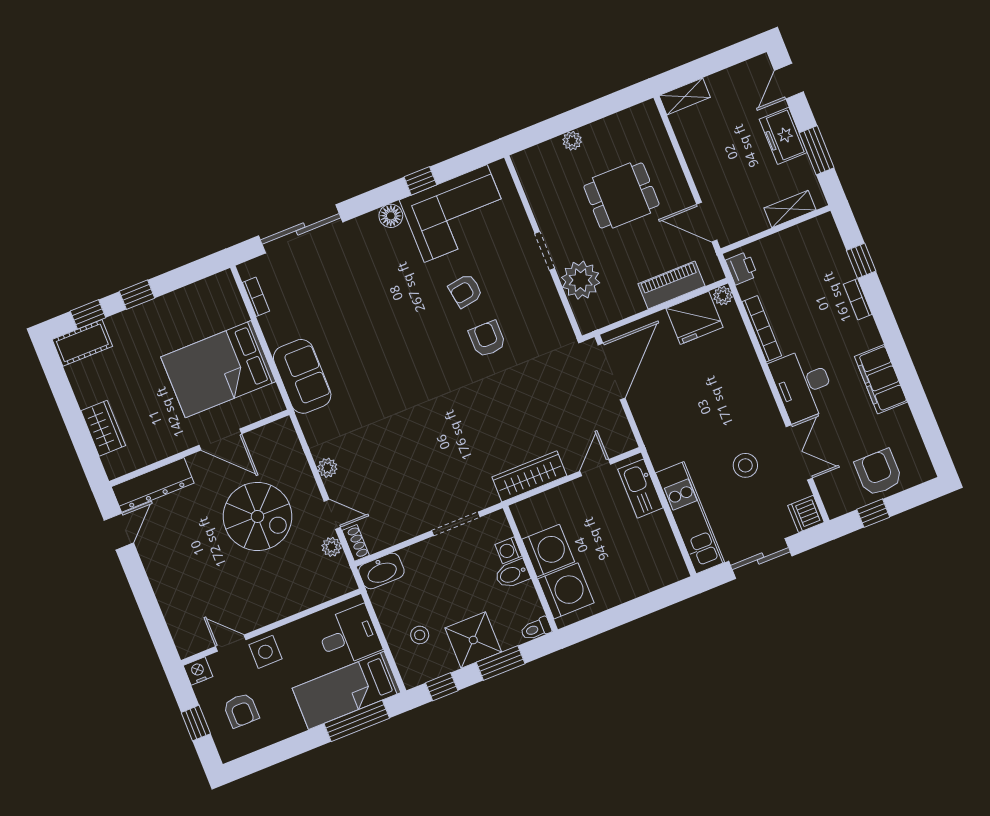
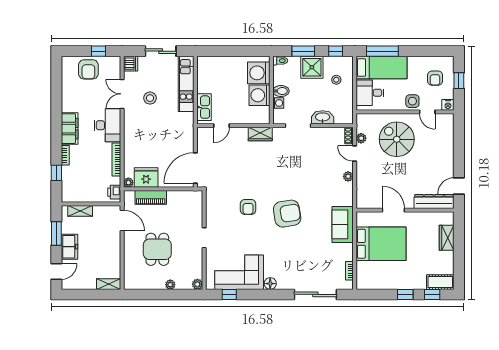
window: (420, 181) -> (229, 294), moved
dining table: (621, 195) -> (157, 249), turned 90
plant: (581, 280) -> (197, 284), moved, width x0.53, depth x0.53
armchair: (465, 291) -> (287, 214), moved, width x1.88, depth x1.88
filing cabinet: (881, 379) -> (70, 129), moved
wardrobe: (529, 476) -> (260, 134), width x0.67
spiral stairs: (257, 516) -> (397, 139), moved
washbasin: (381, 571) -> (323, 117), moved
armchair: (241, 710) -> (435, 78), turned 180

